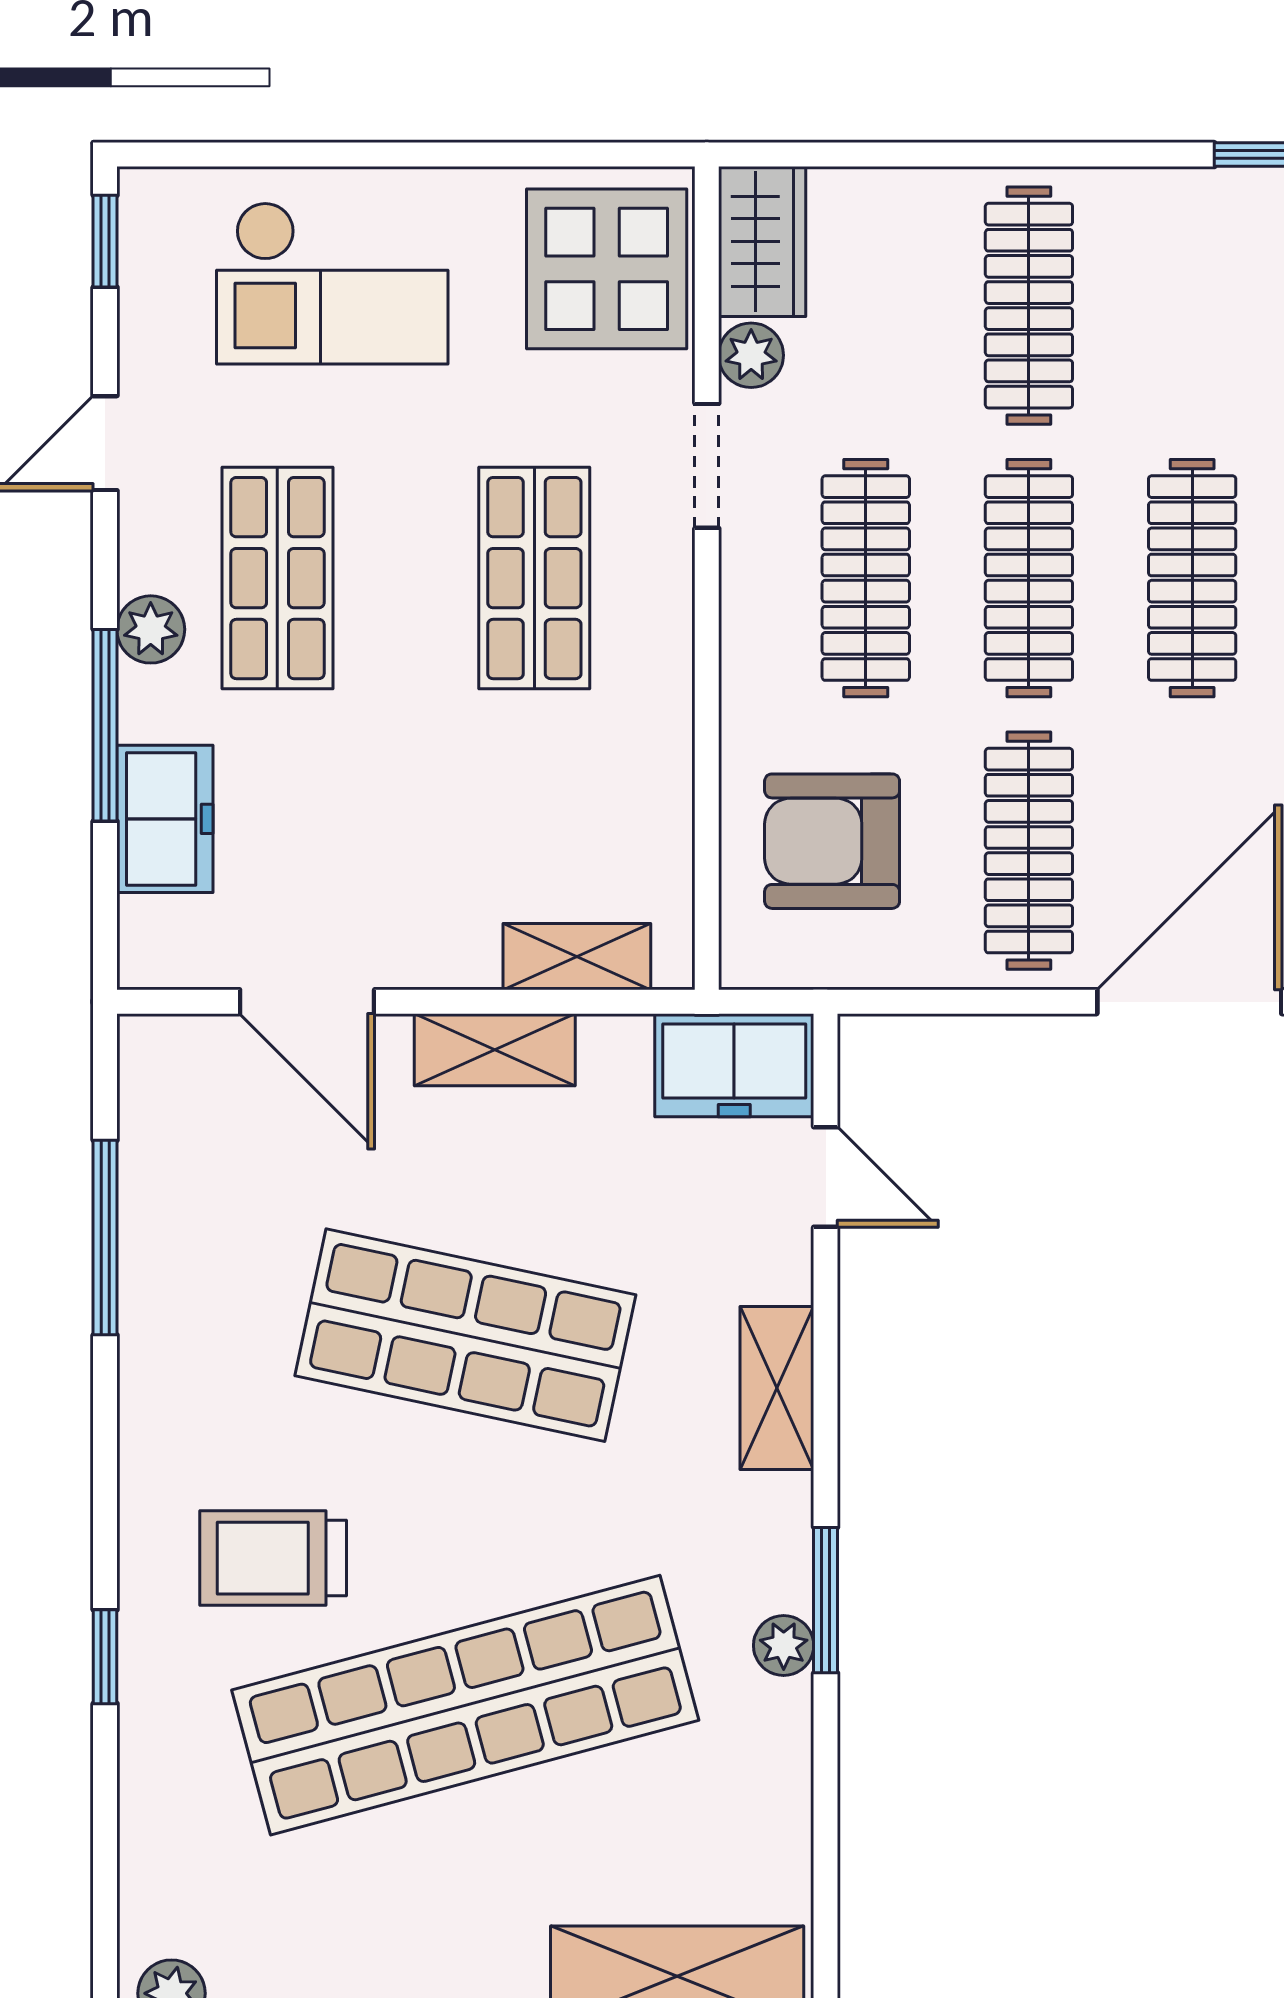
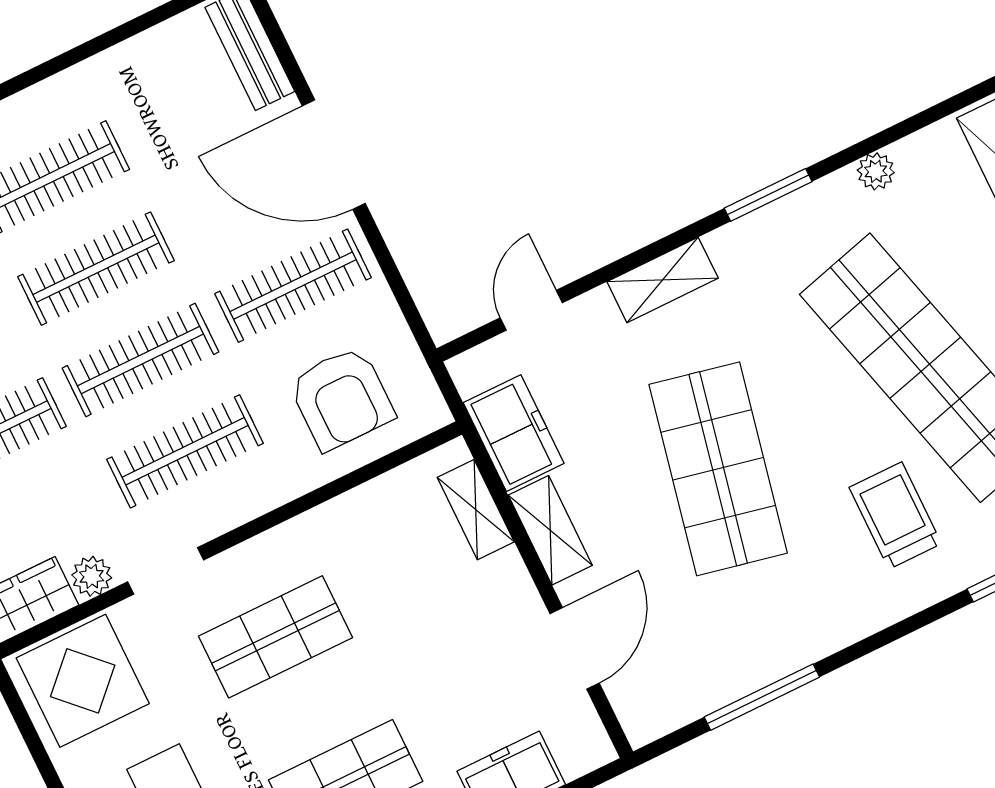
freezer: (734, 1065) -> (514, 433), moved
trolley: (273, 1558) -> (895, 516), turned 180
plant: (784, 1645) -> (876, 171), moved

